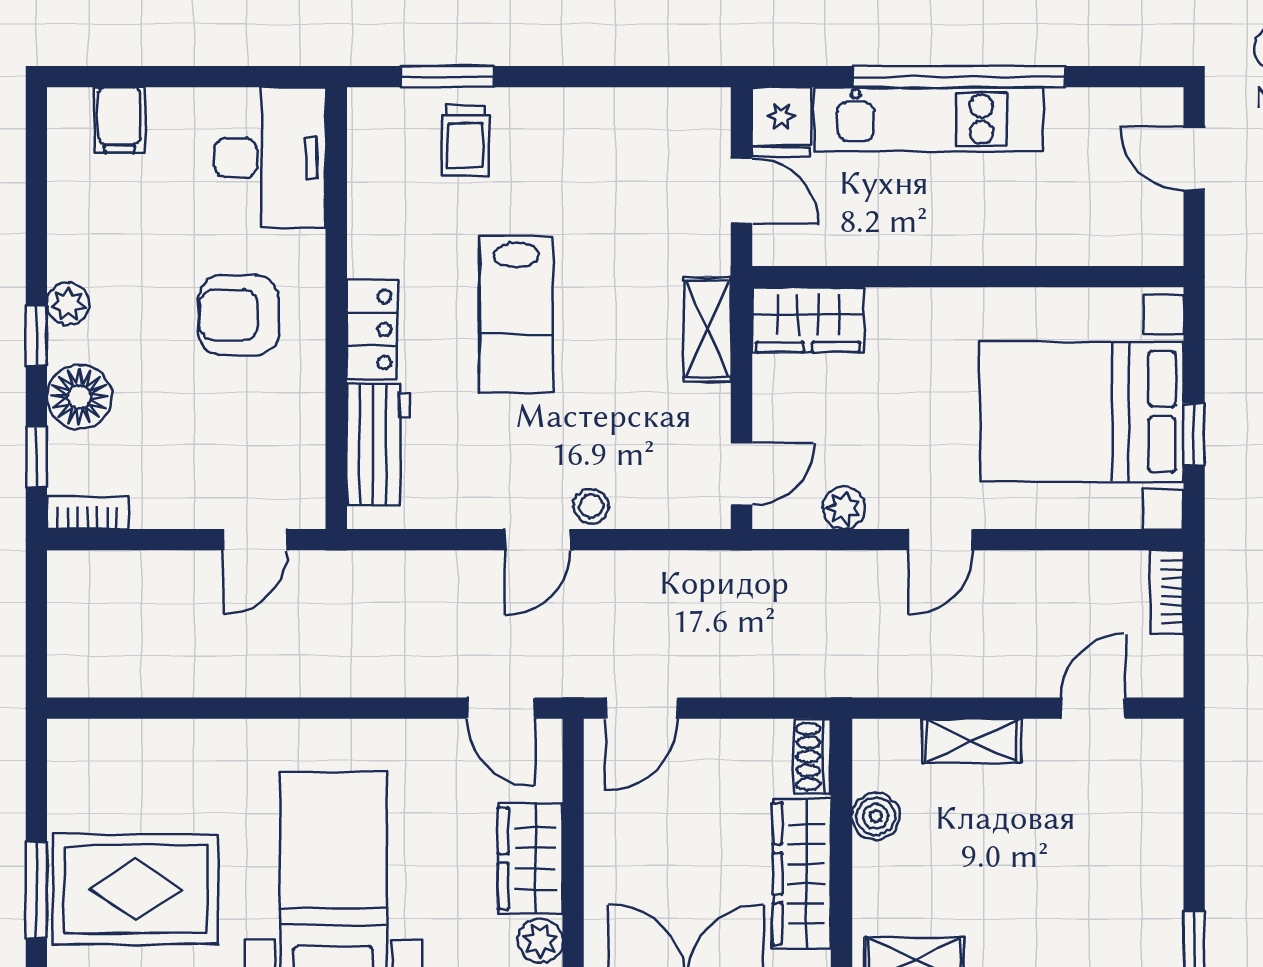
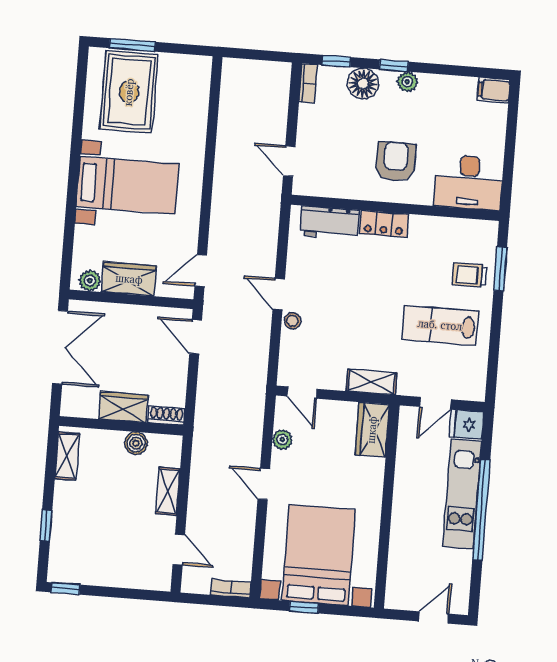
filing cabinet: (119, 120) -> (494, 90), moved
lab bench: (516, 315) -> (440, 325), moved
wardrobe: (802, 874) -> (123, 407), width x0.67

